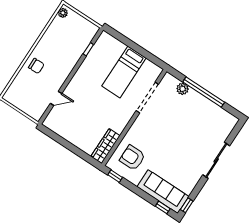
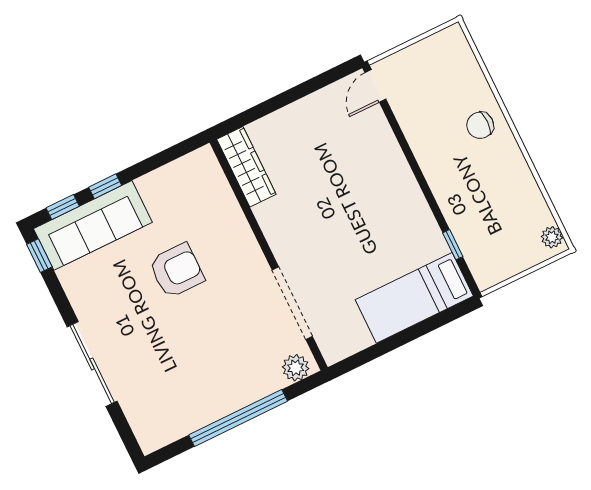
bed: (124, 72) -> (414, 298), moved, turned -90
plant: (183, 89) -> (296, 368), moved
door: (56, 98) -> (375, 86), moved
armchair: (132, 158) -> (177, 271), moved
window: (115, 176) -> (105, 186), moved

